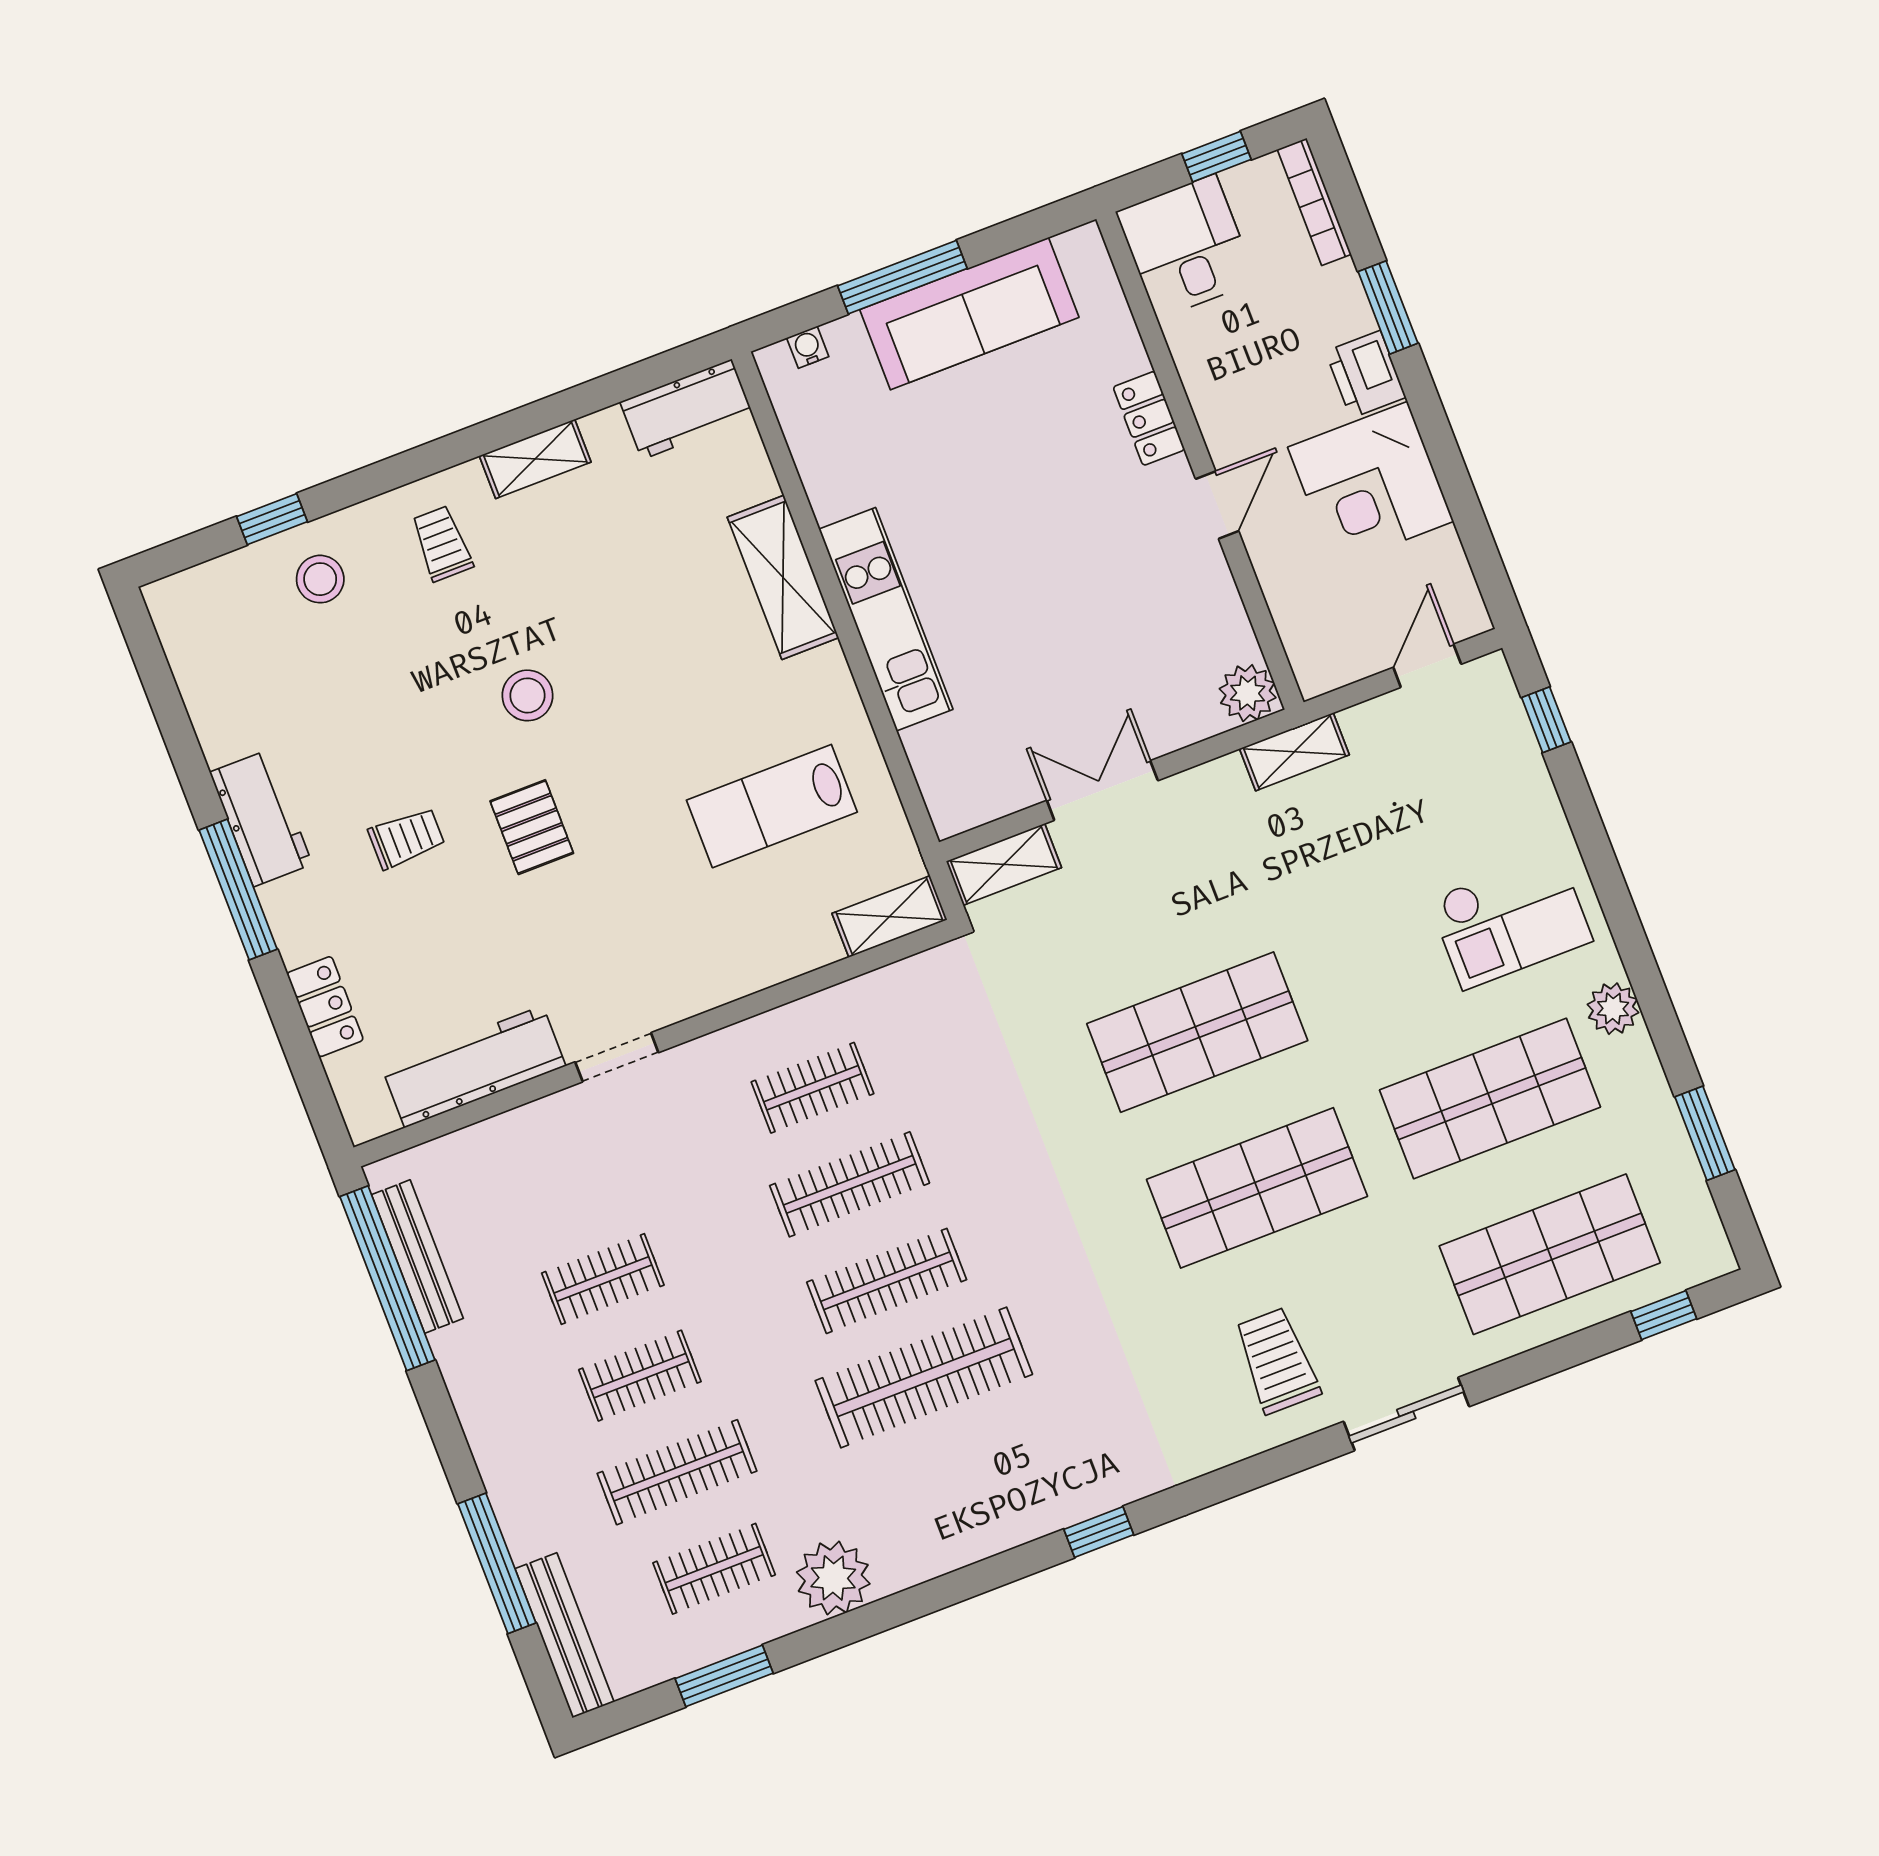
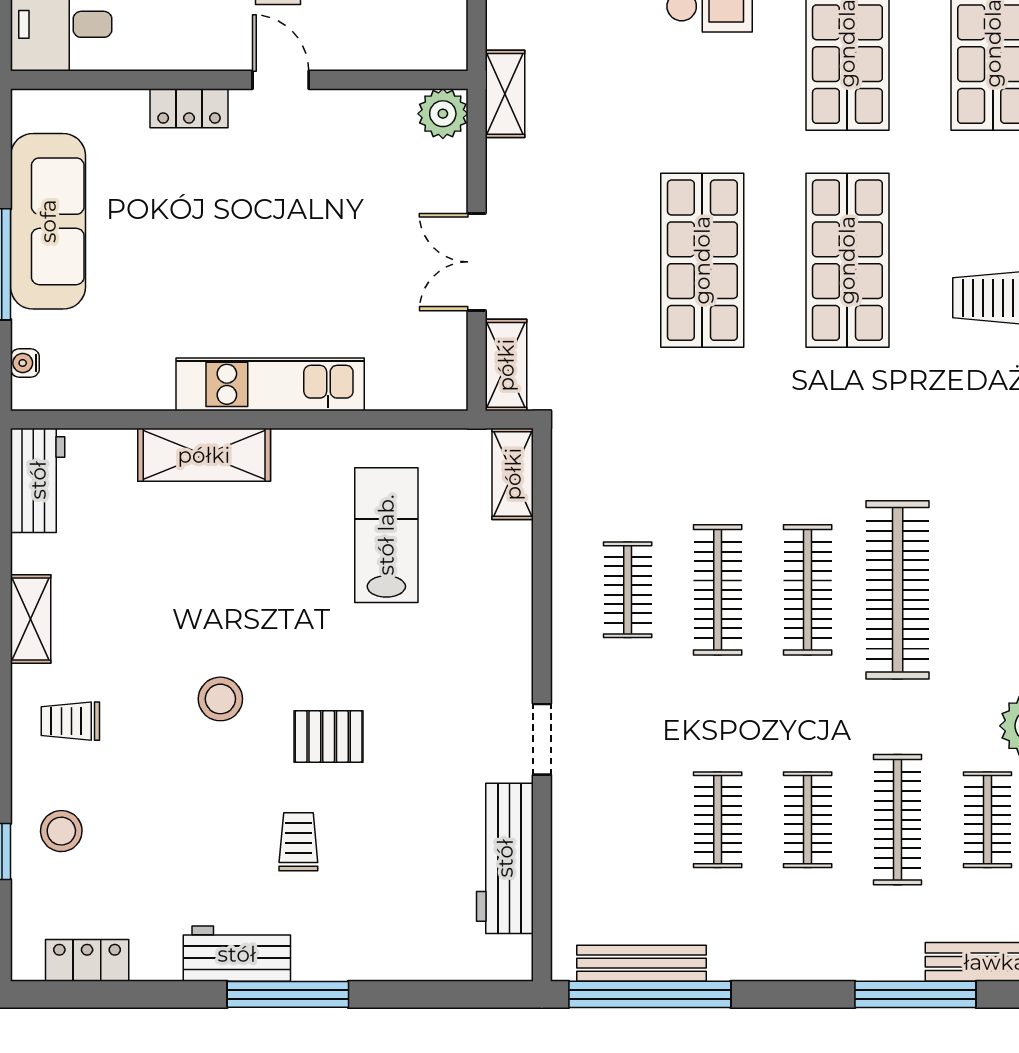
lab bench: (772, 806) -> (386, 535), turned 180
locker: (325, 1007) -> (87, 960), moved

